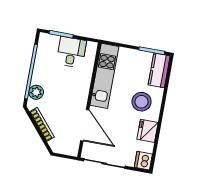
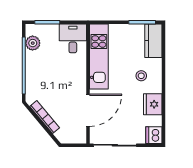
desk: (71, 52) -> (73, 38), moved
plant: (36, 92) -> (33, 43), moved
stool: (142, 102) -> (141, 76), width x0.53, depth x0.53
door: (85, 125) -> (88, 110), hinge flipped

